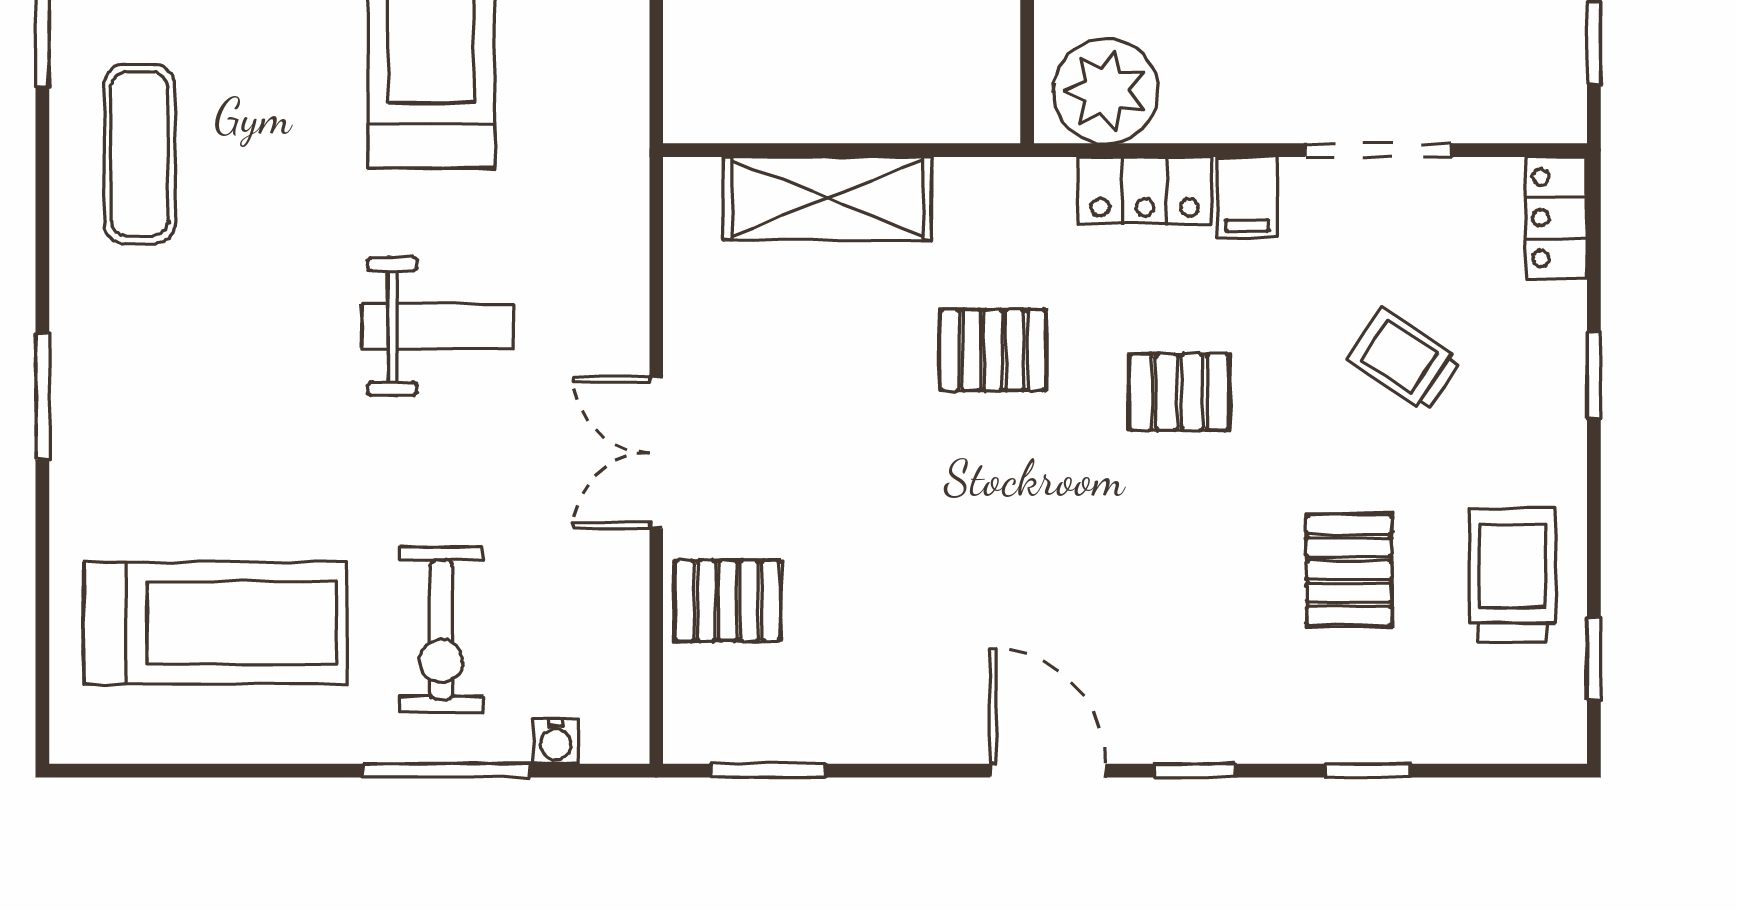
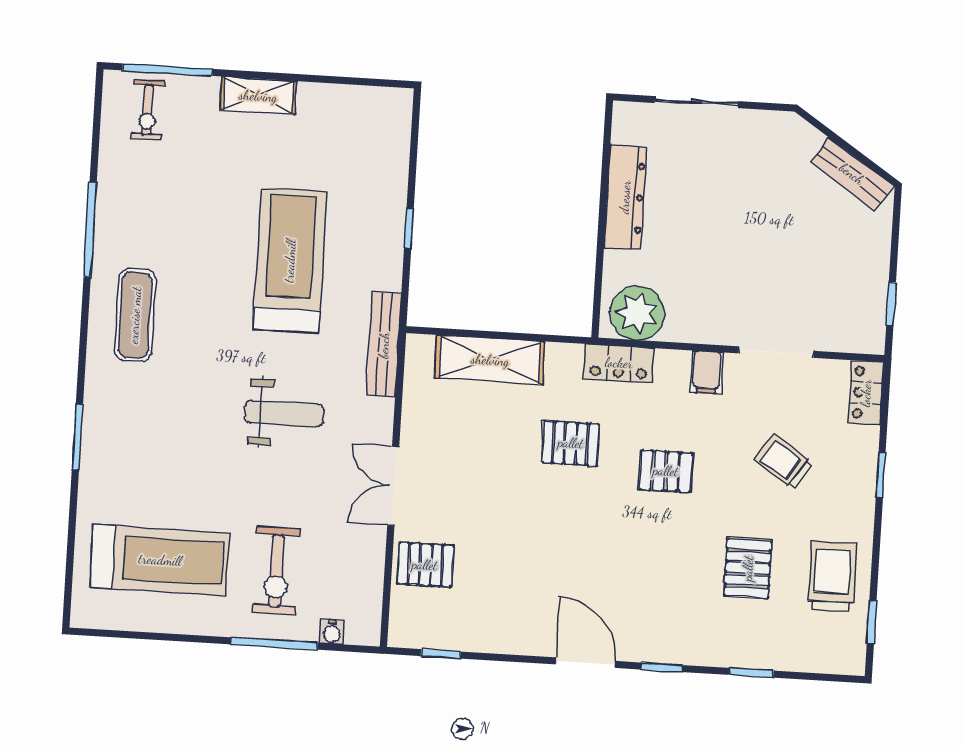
bench: (621, 182) -> (384, 345), added
locker: (1145, 190) -> (619, 363), moved
window: (768, 771) -> (441, 654), width x0.67

